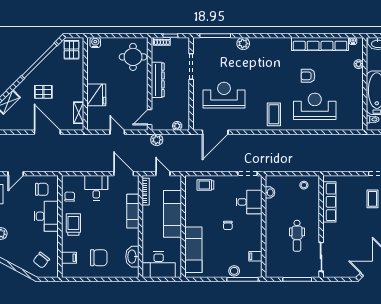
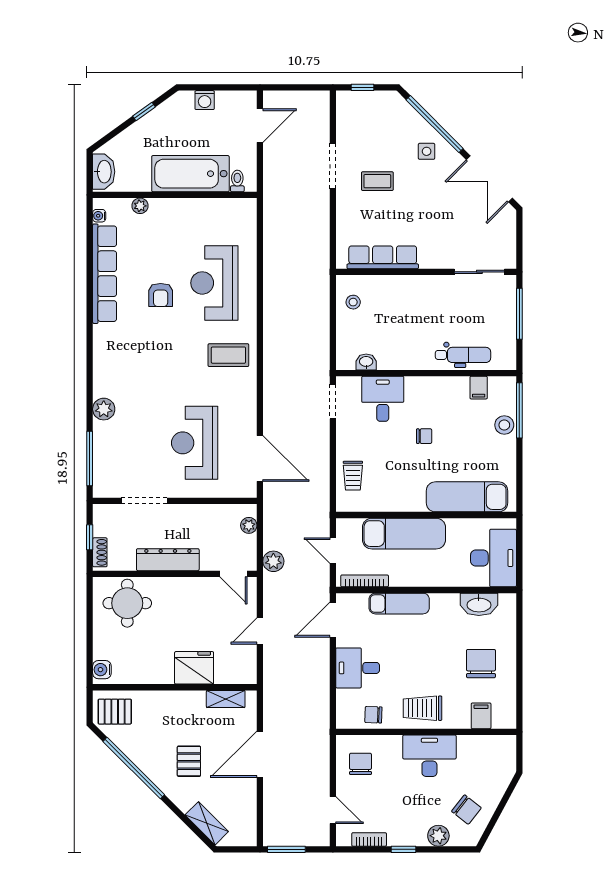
door: (163, 174) -> (333, 551), hinge flipped
desk: (46, 216) -> (429, 756), moved
dental chair: (297, 236) -> (463, 355), moved
chair: (41, 260) -> (466, 810), moved

